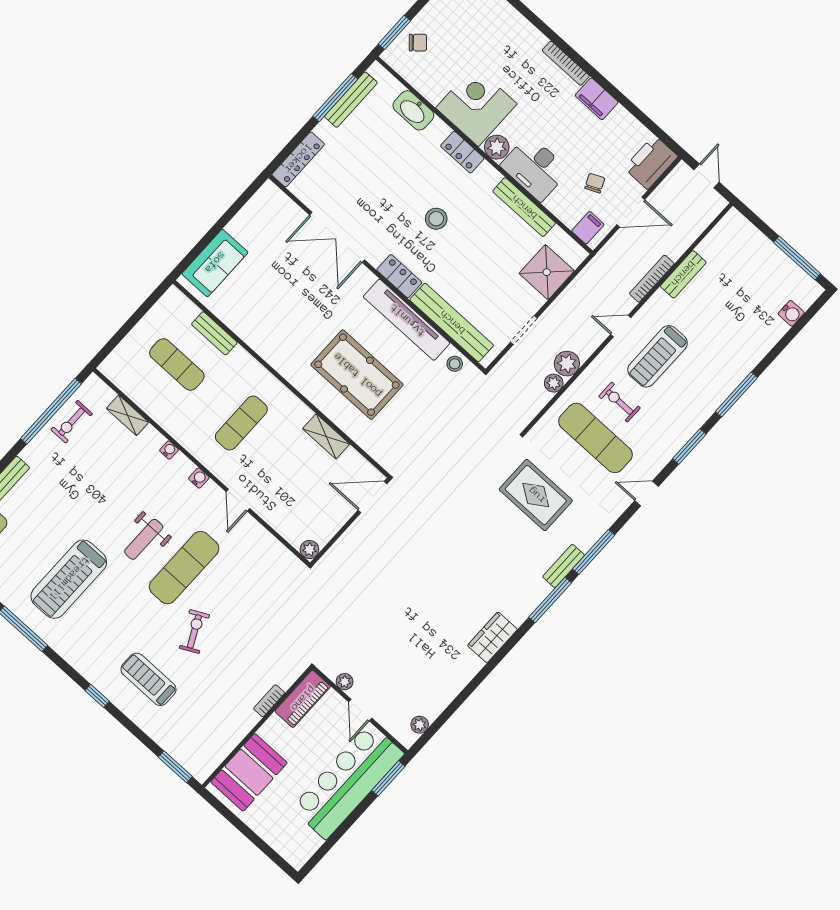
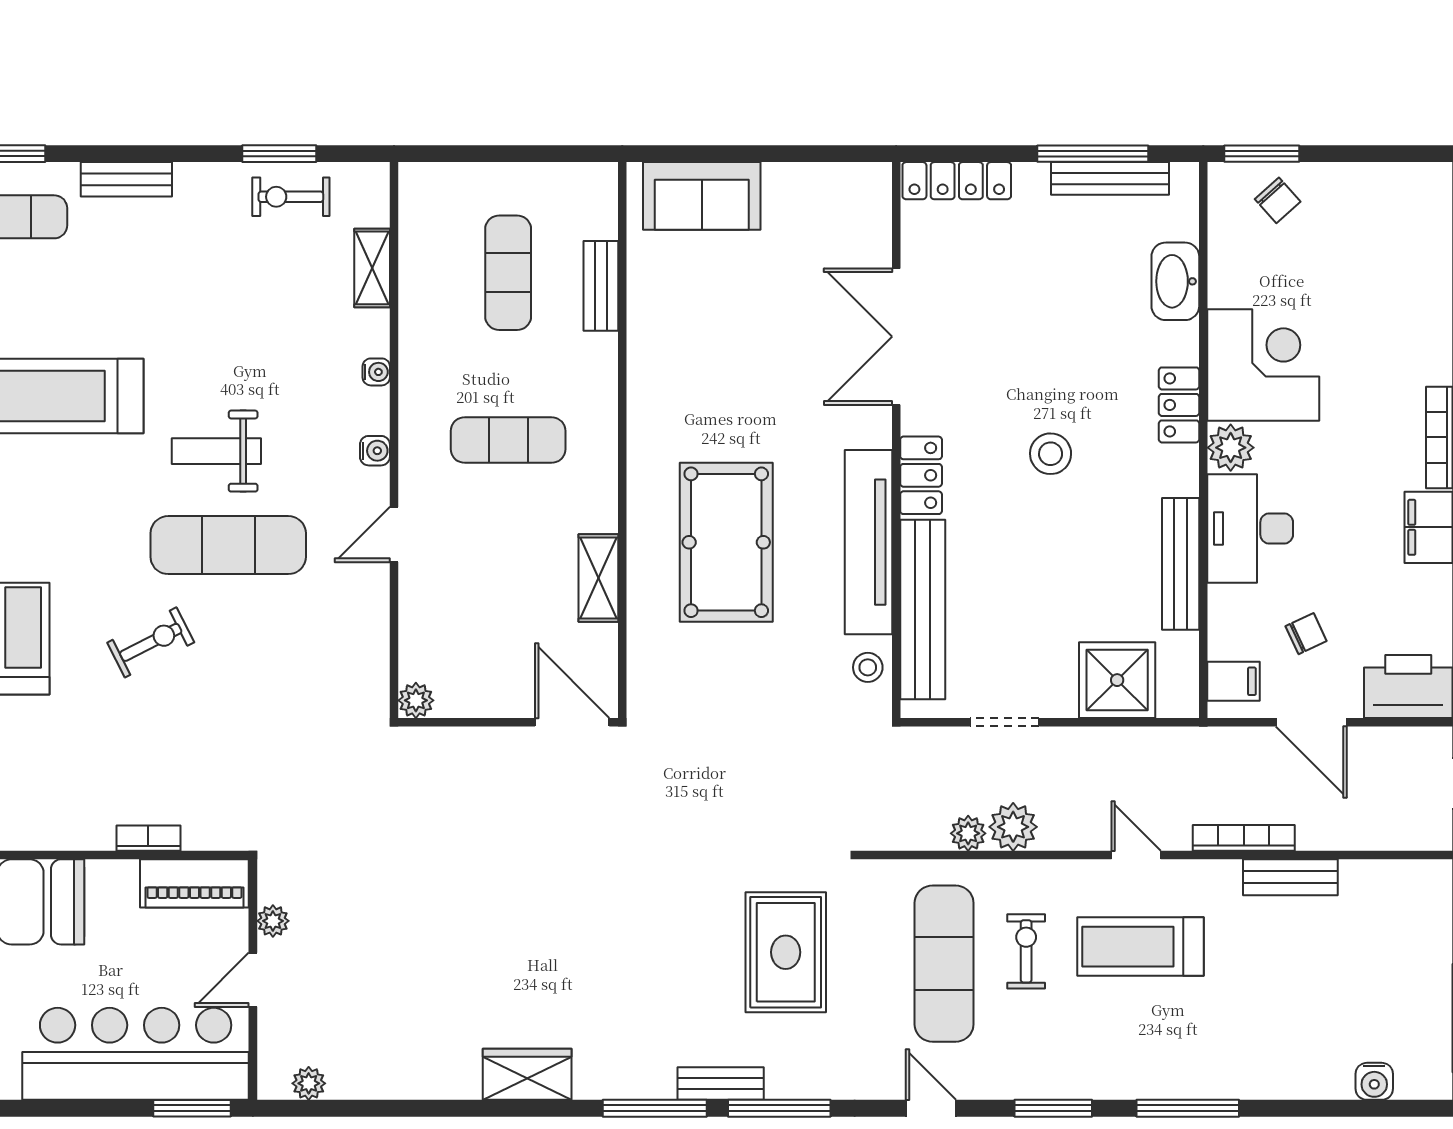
window: (51, 411) -> (279, 154), width x0.47

